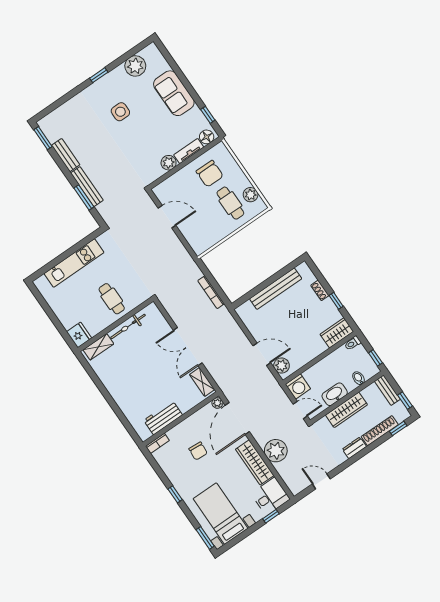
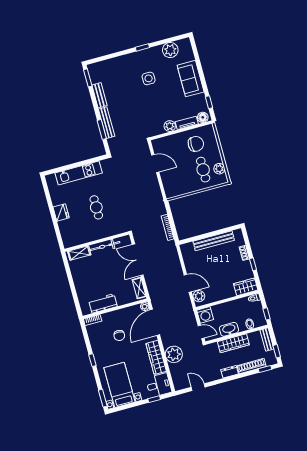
chair: (210, 174) -> (196, 144), turned -90
wall: (116, 324) -> (97, 242), moved
bicycle: (128, 326) -> (105, 246), moved
fridge: (79, 335) -> (61, 212), moved
shelving: (98, 347) -> (79, 253), moved

